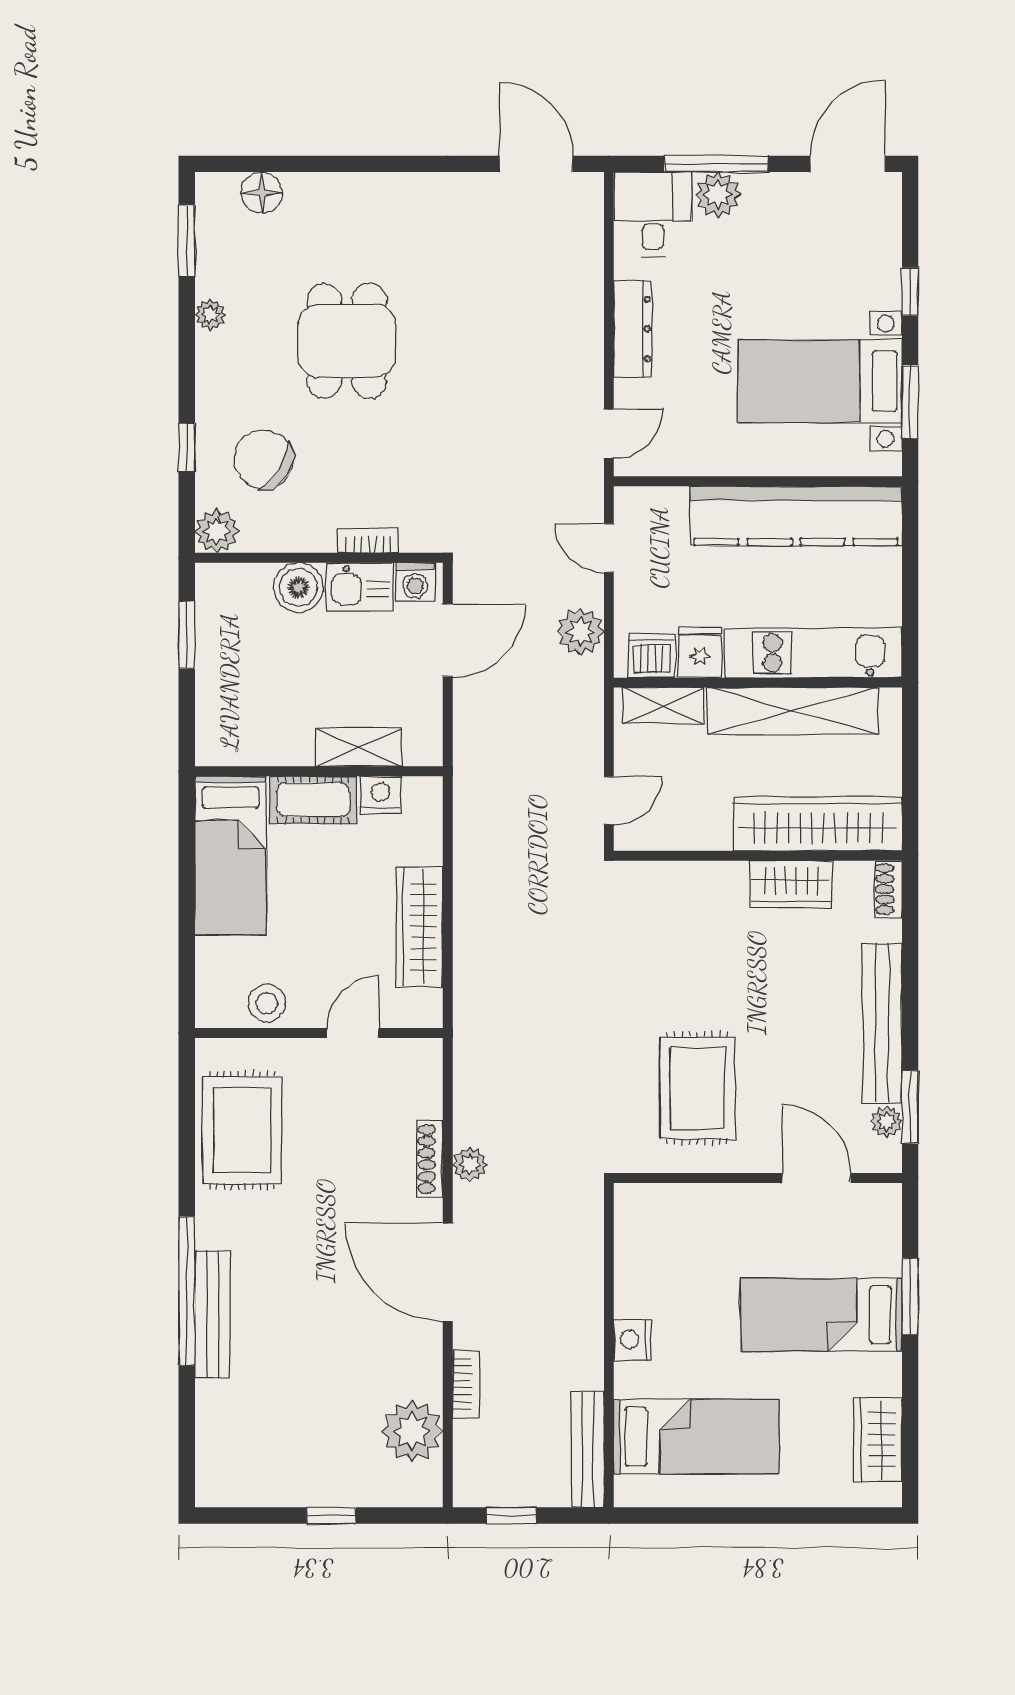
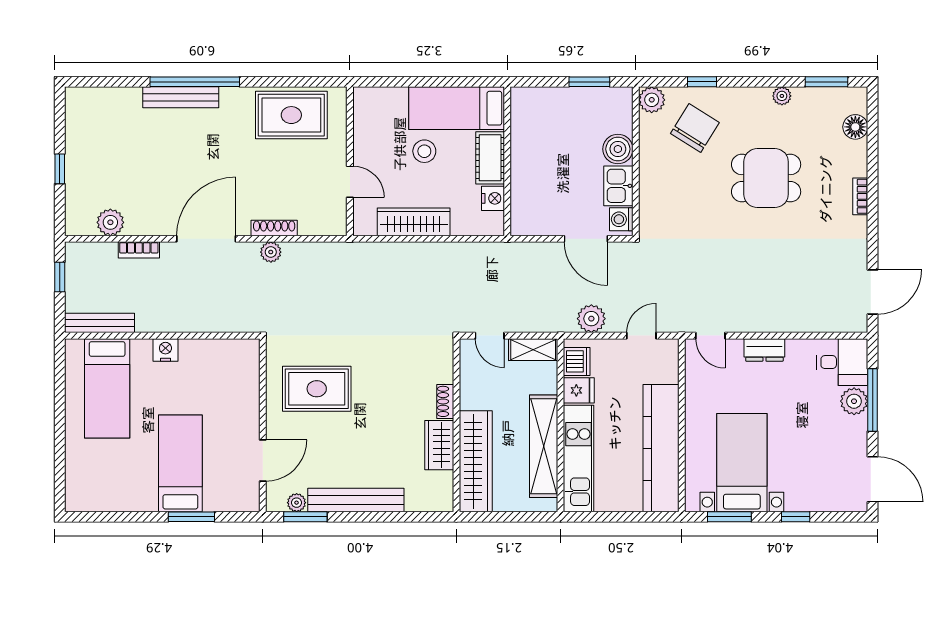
dresser: (633, 329) -> (764, 350), width x0.70
bookcase: (368, 541) -> (860, 196), moved, turned 180
shelving: (663, 706) -> (533, 350), moved, turned 90
shelving: (359, 747) -> (522, 185), removed
shoe rack: (888, 889) -> (445, 401), moved, turned -90
stool: (267, 1003) -> (424, 151), moved
plant: (412, 1431) -> (110, 222), width x0.73, depth x0.73
wardrobe: (878, 1440) -> (105, 497), removed

